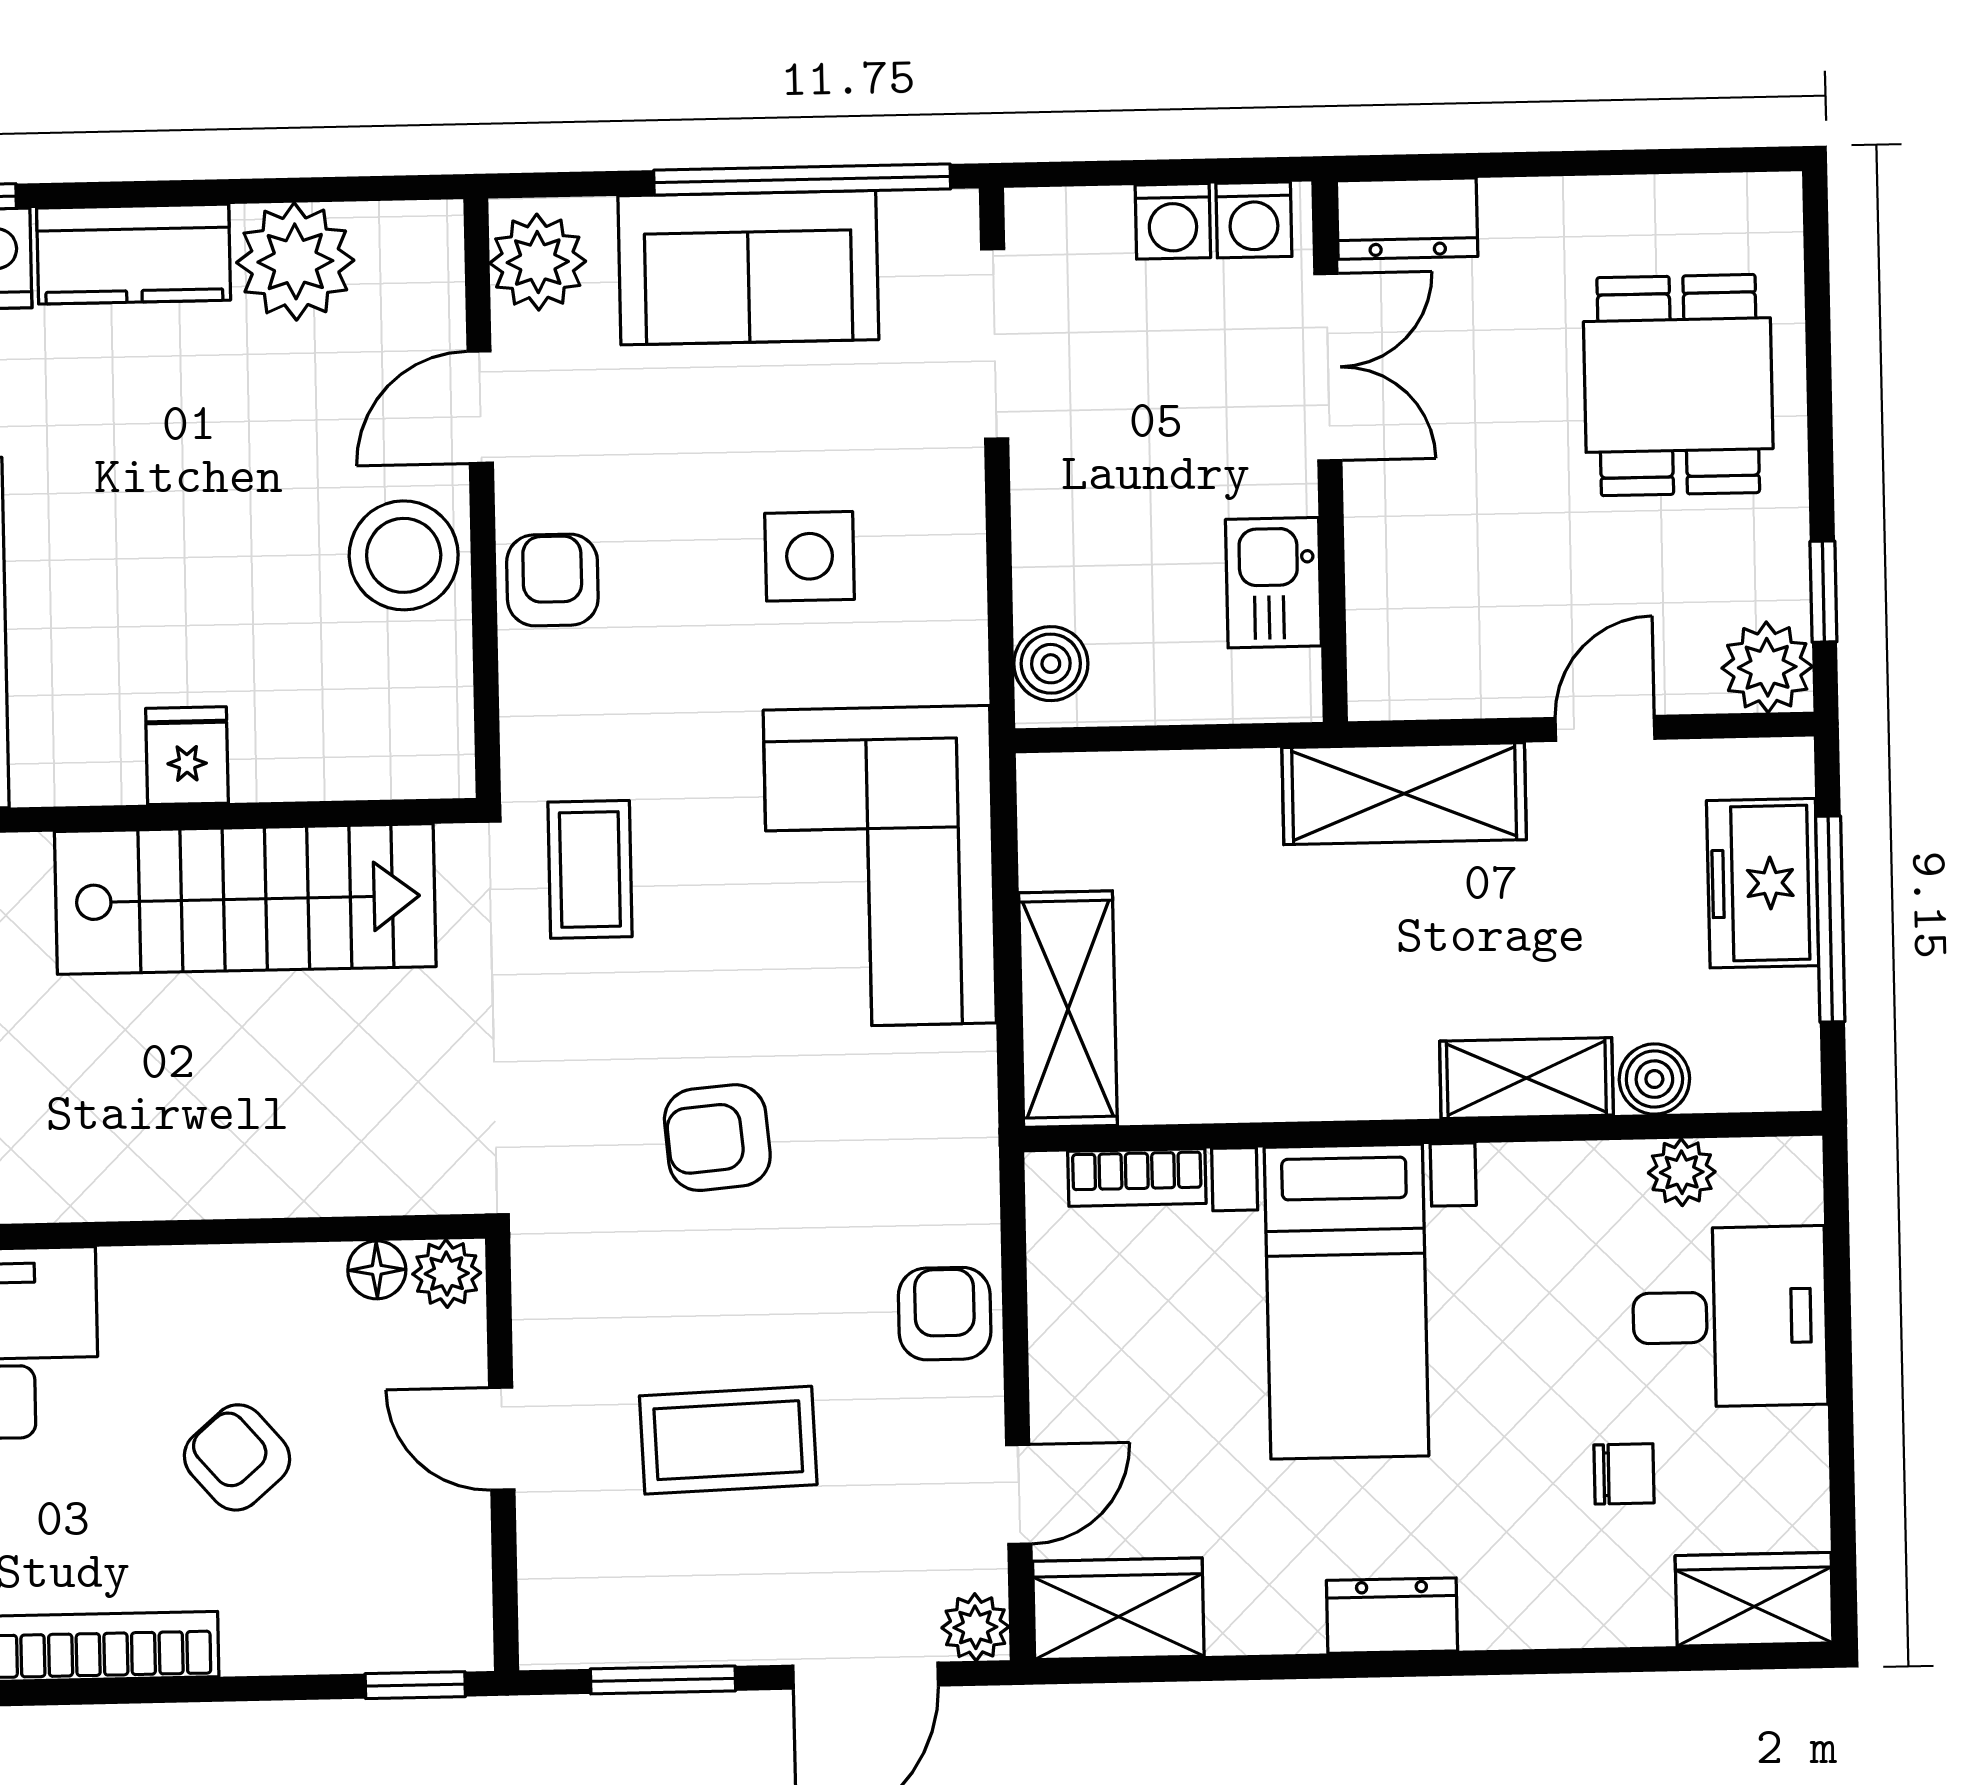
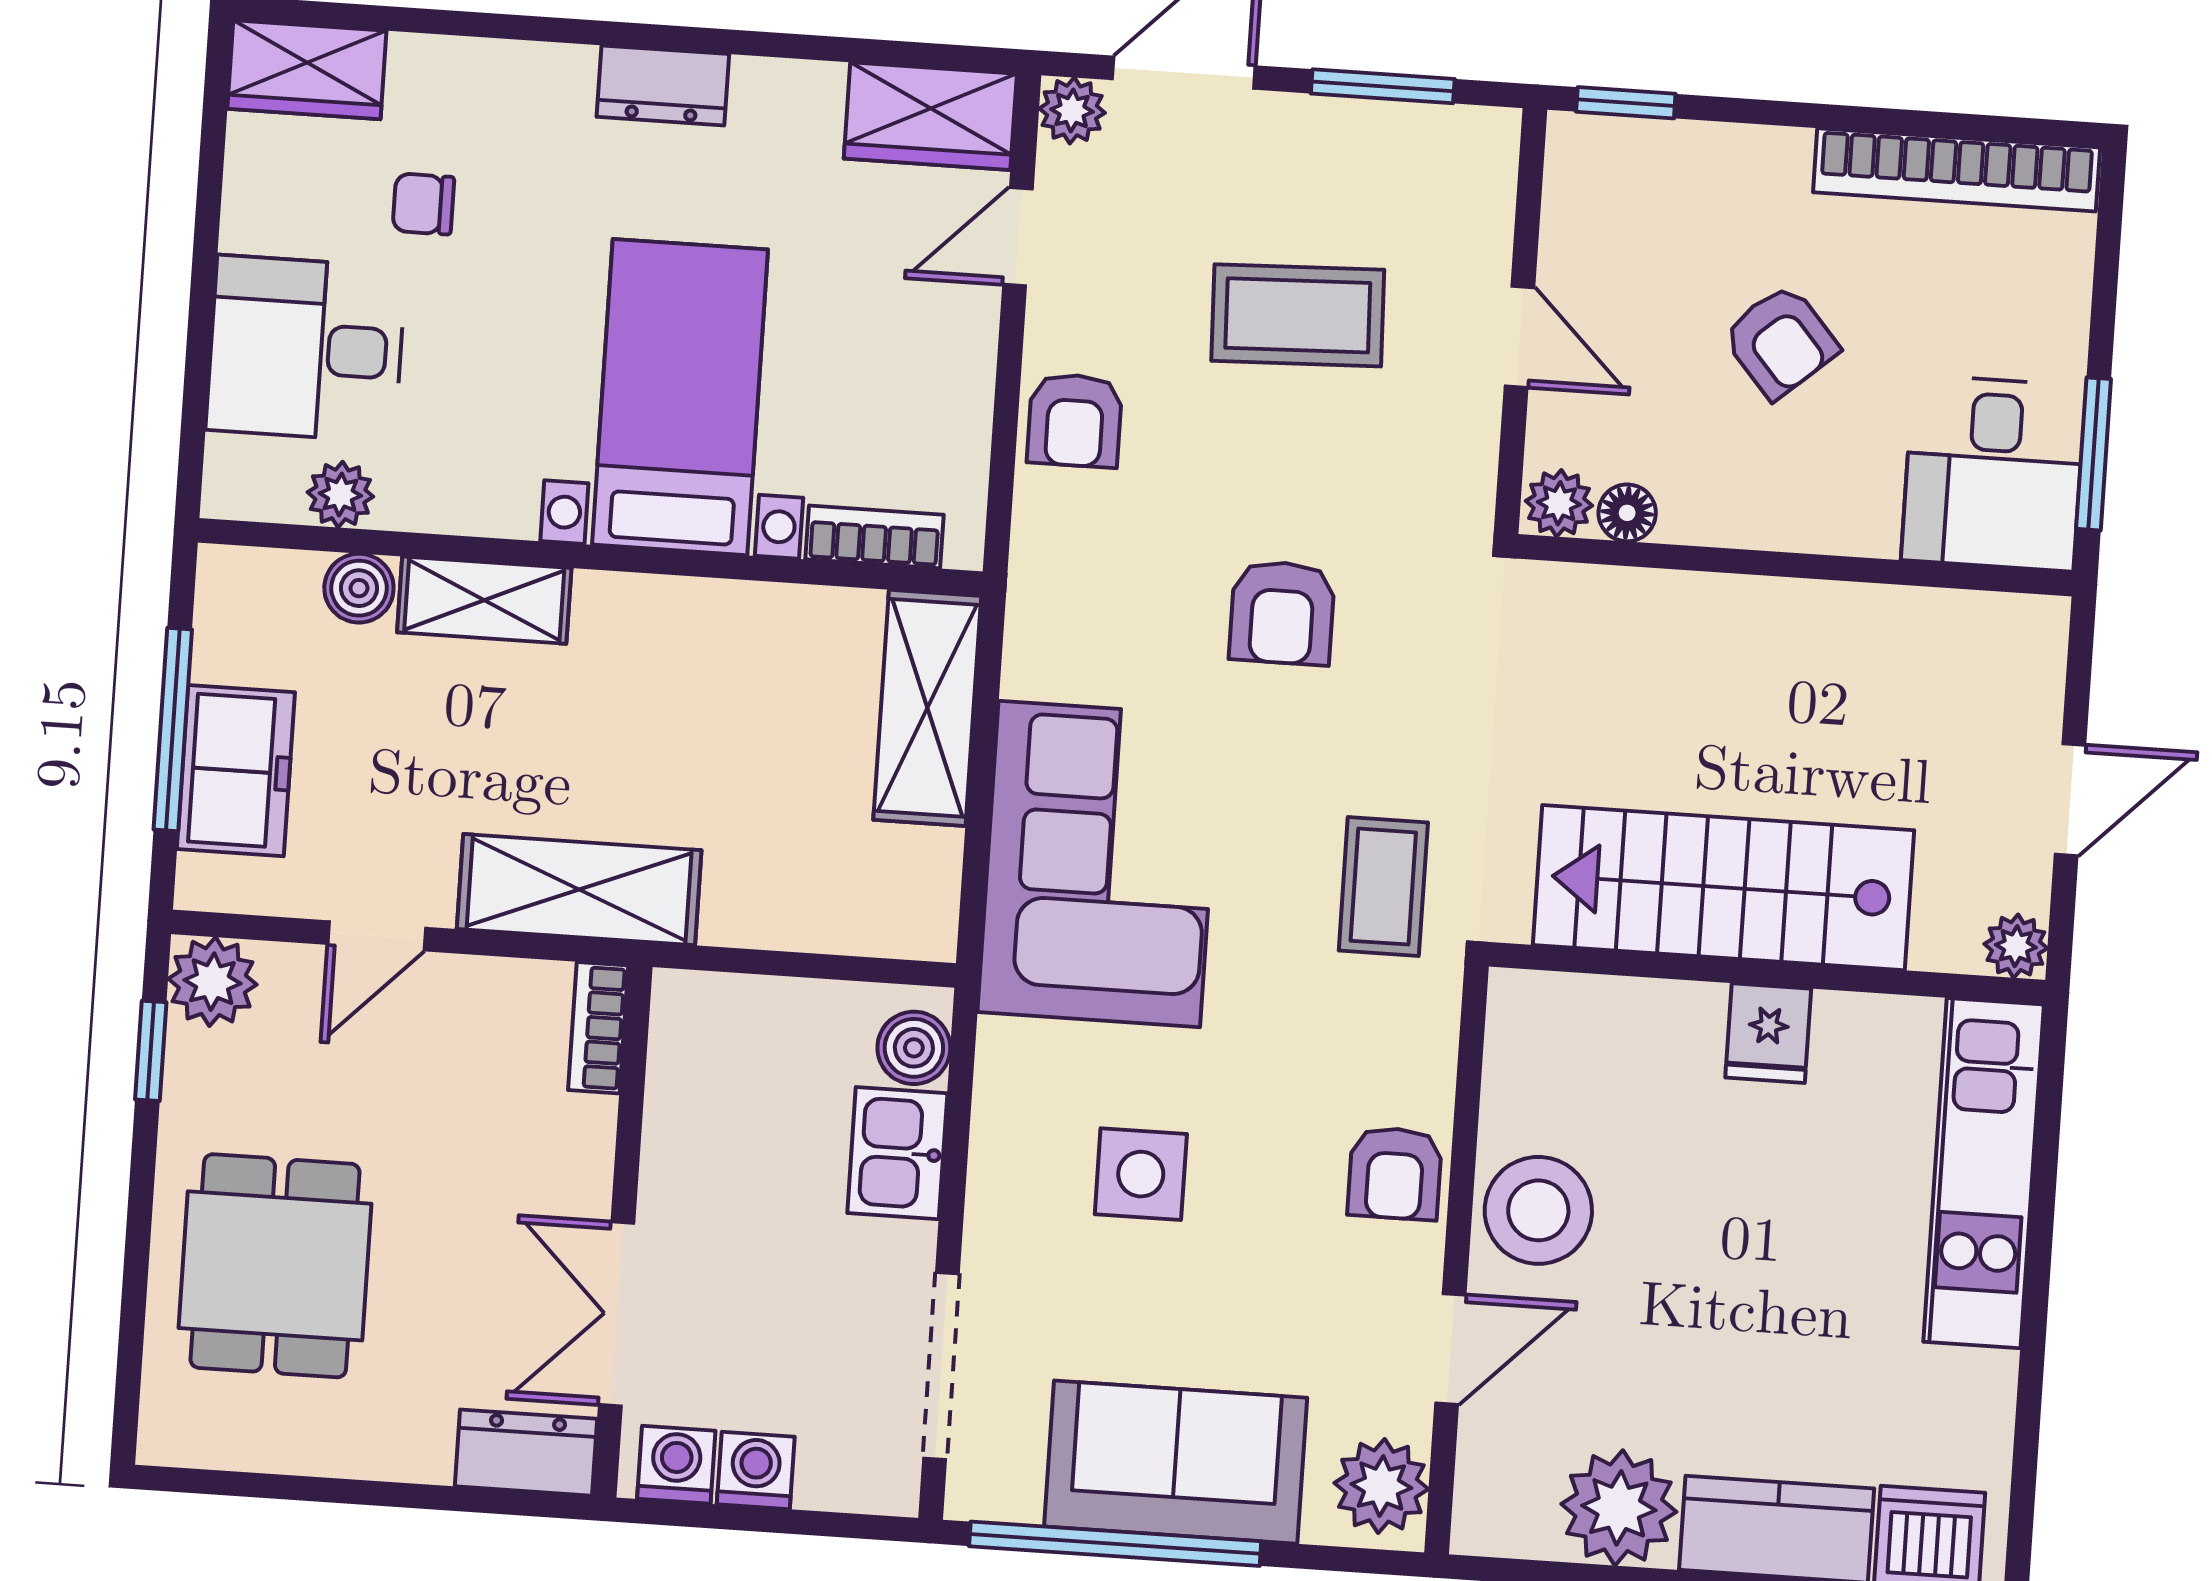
kitchen sink: (1273, 583) -> (897, 1153), moved, turned 180
bookcase: (1373, 655) -> (598, 1028), added
armchair: (717, 1138) -> (1282, 613), turned 95

